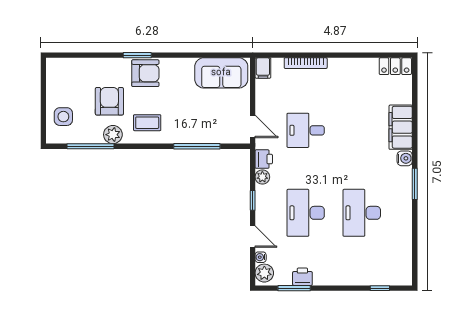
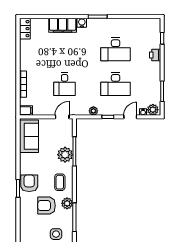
plant: (192, 131) -> (65, 155), added
printer: (264, 159) -> (82, 110), removed
printer: (302, 277) -> (155, 55), moved

